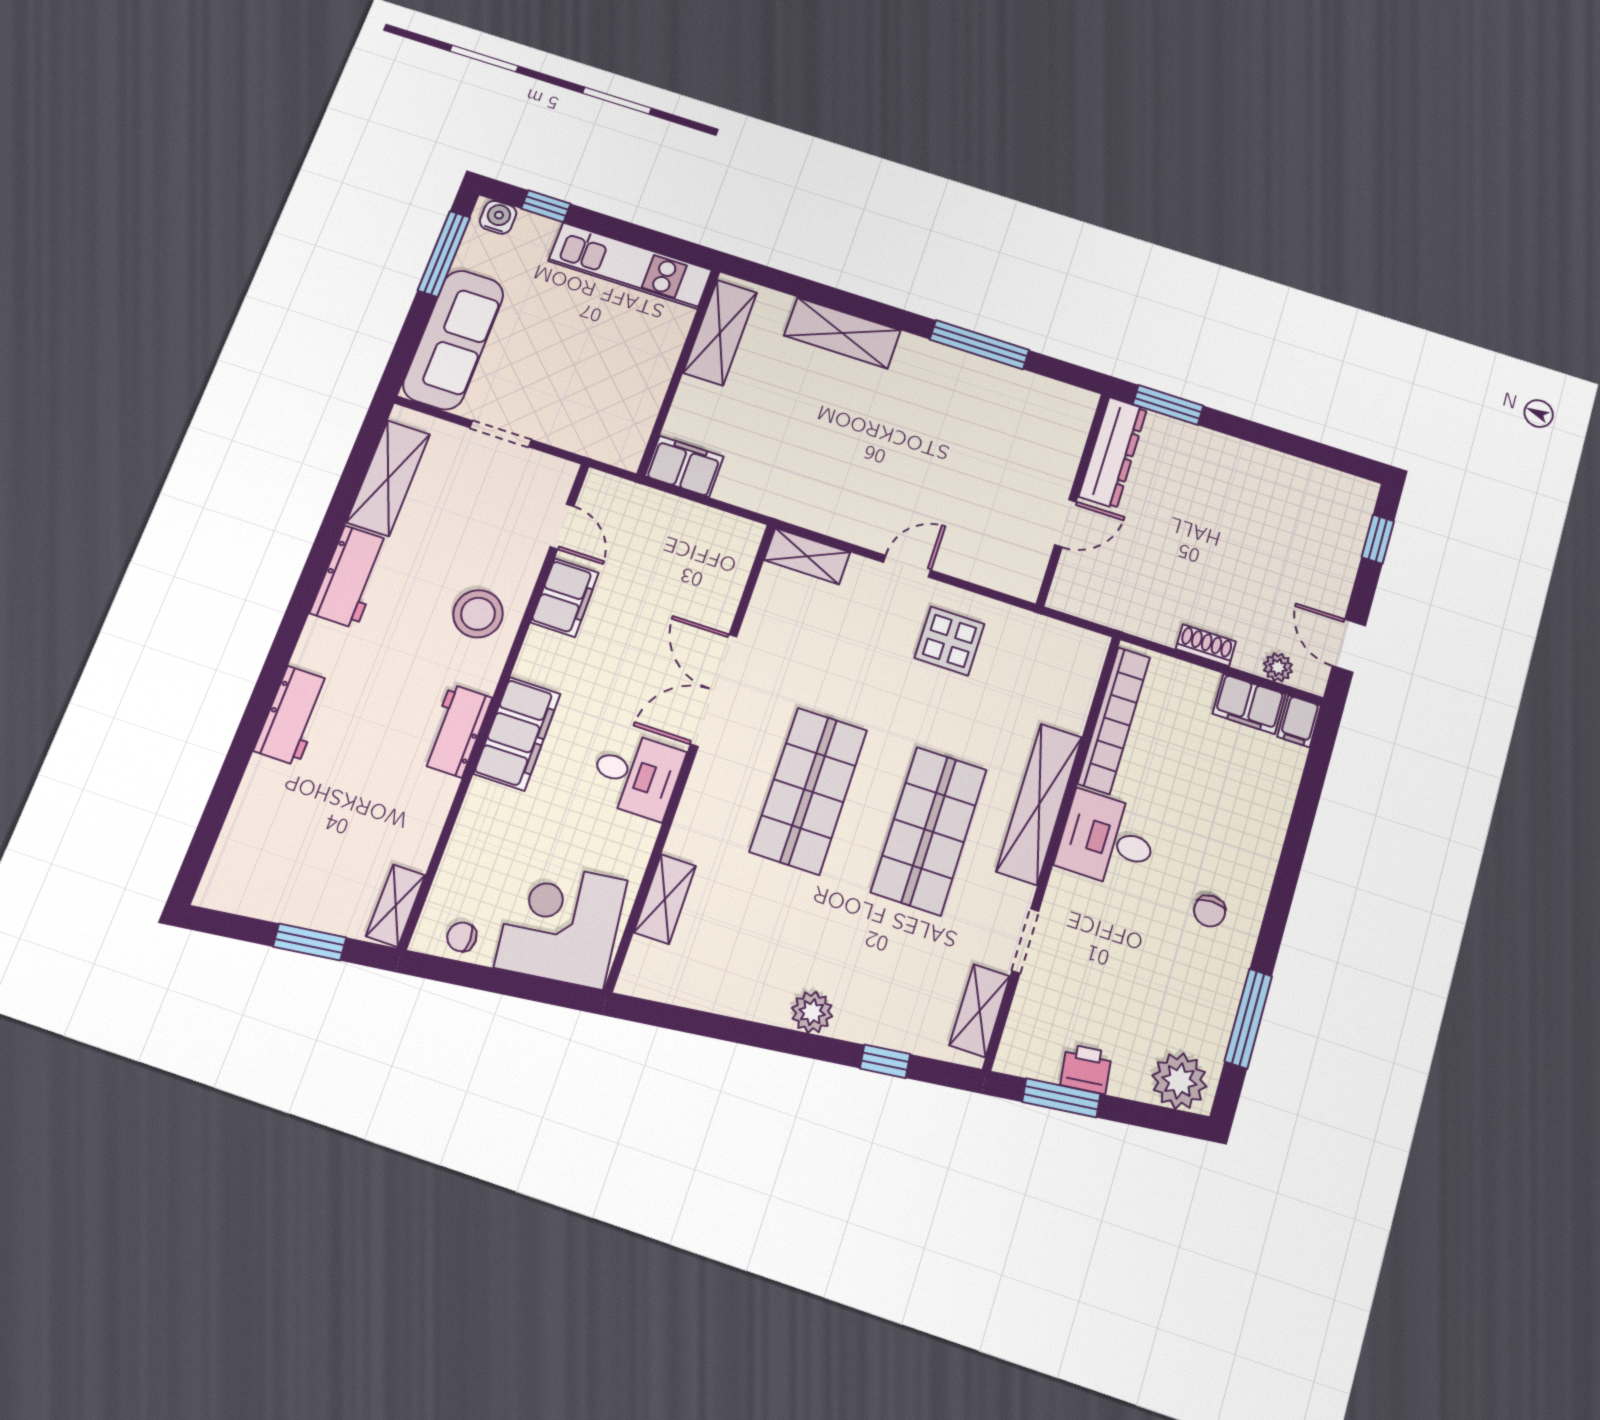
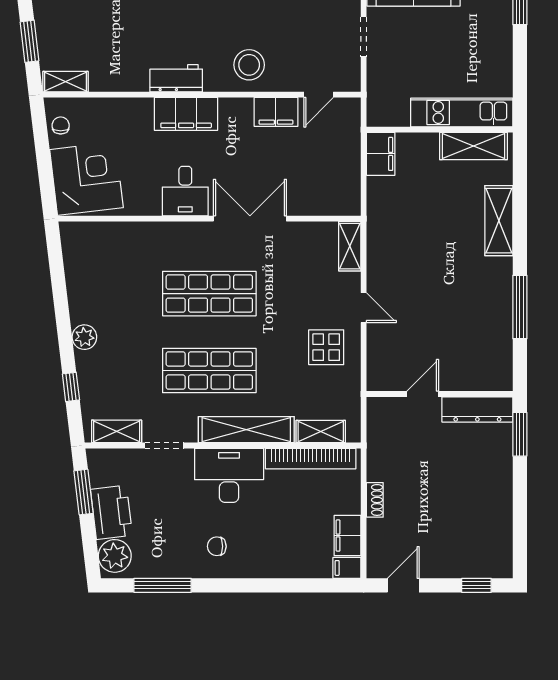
kitchen unit: (630, 265) -> (462, 112), moved, turned 90
door: (1065, 523) -> (423, 394), swing flipped
plant: (1278, 667) -> (376, 547), removed
desk: (1107, 840) -> (229, 475), width x1.37
shelving: (665, 899) -> (321, 432), moved
printer: (1086, 1069) -> (111, 512), width x1.87, depth x1.48

